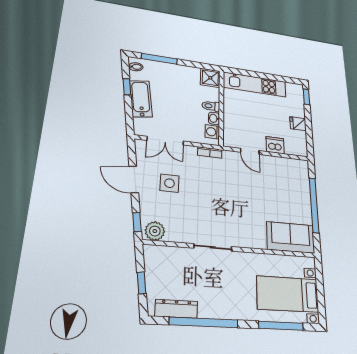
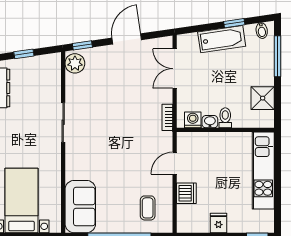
shower: (210, 78) -> (263, 98), moved
coffee table: (289, 178) -> (148, 208), added
side table: (169, 183) -> (127, 75), removed

